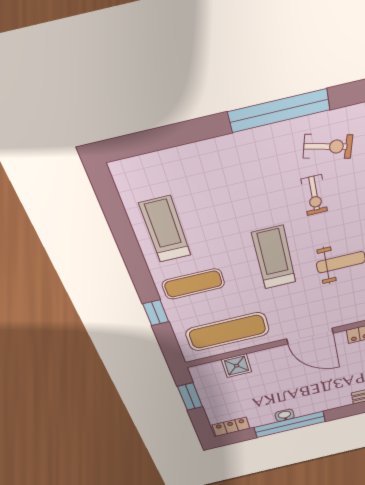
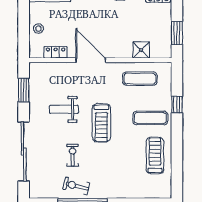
exercise bike: (328, 147) -> (76, 186), moved
treadmill: (165, 230) -> (155, 156), turned 180
exercise mat: (228, 332) -> (140, 79), width x0.73, depth x0.69

